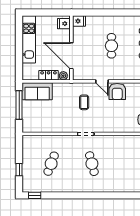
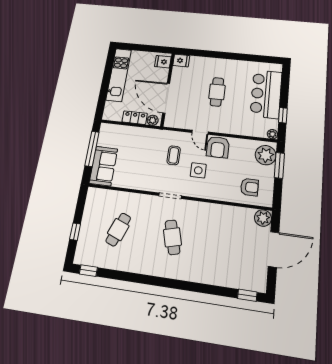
sofa: (37, 91) -> (103, 166), moved, turned -90
side table: (104, 112) -> (198, 170), added

